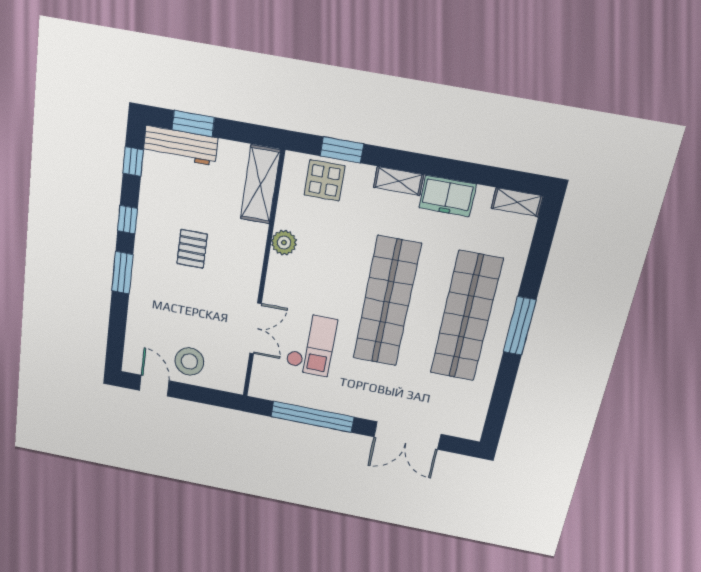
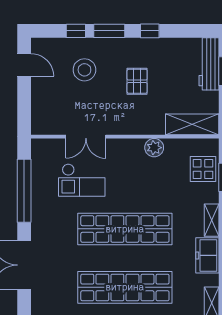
window: (133, 162) -> (76, 31), moved
pallet: (192, 249) -> (137, 81), turned 90
stool: (189, 361) -> (84, 70), moved
door: (154, 386) -> (24, 65), hinge flipped

